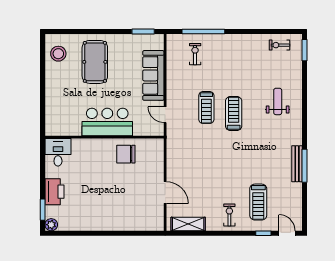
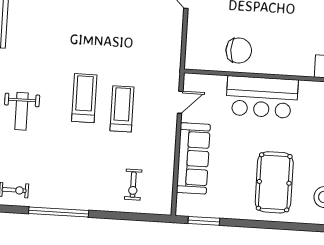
window: (203, 31) -> (59, 212), moved
treadmill: (234, 114) -> (84, 98), turned 180
door: (165, 115) -> (180, 102), hinge flipped

